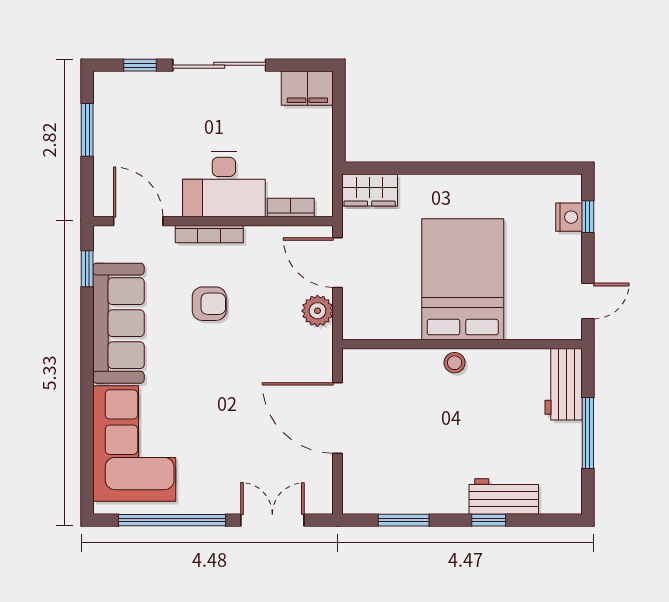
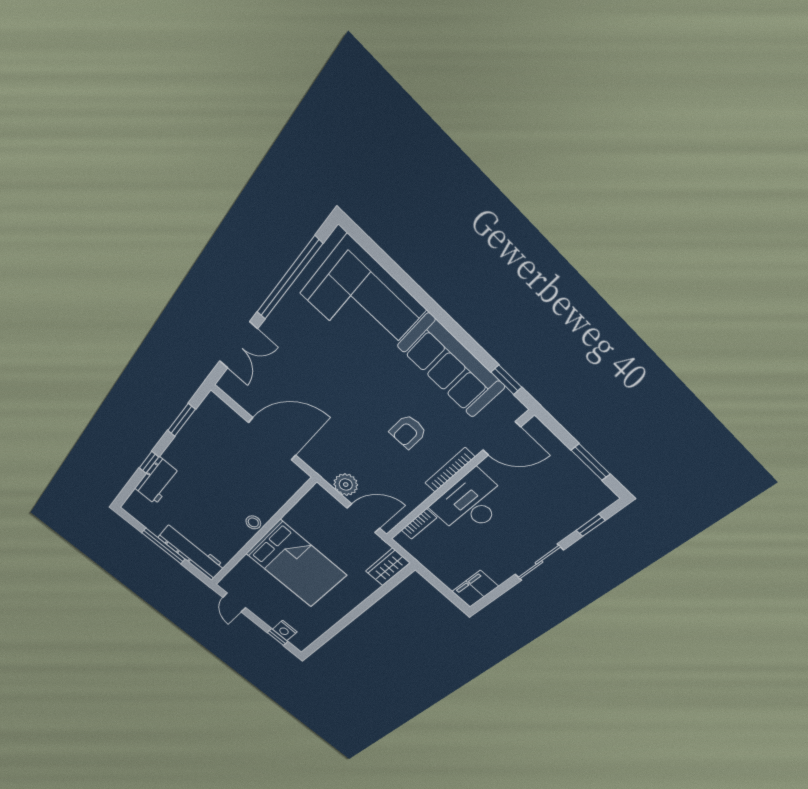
sliding door: (219, 65) -> (539, 562), width x0.73
workbench: (564, 384) -> (191, 552), width x1.38

